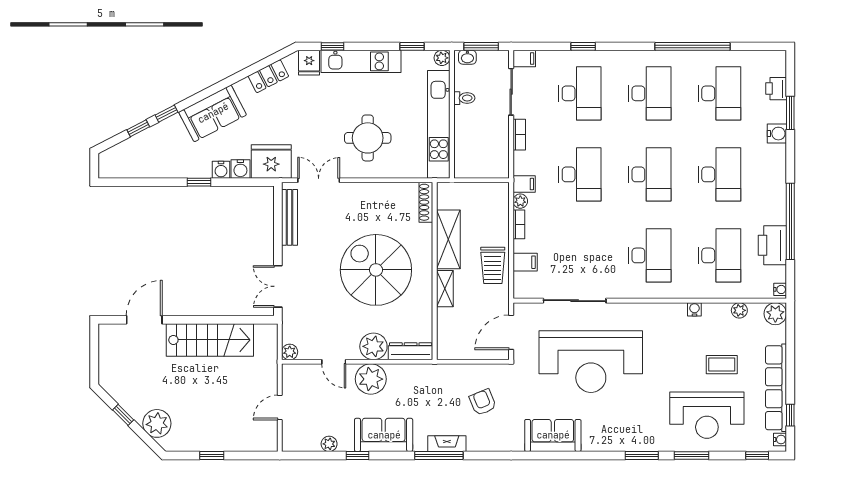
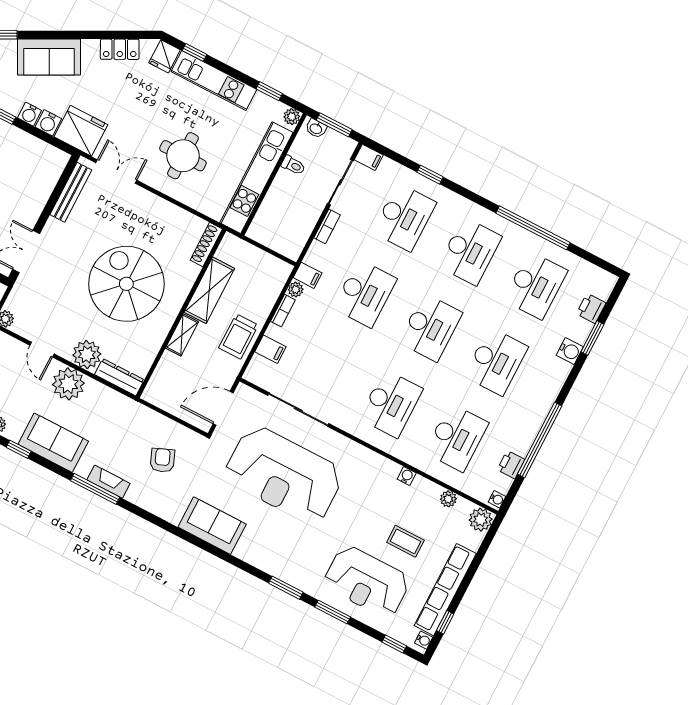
printer: (772, 245) -> (511, 465), width x0.53, depth x0.68

